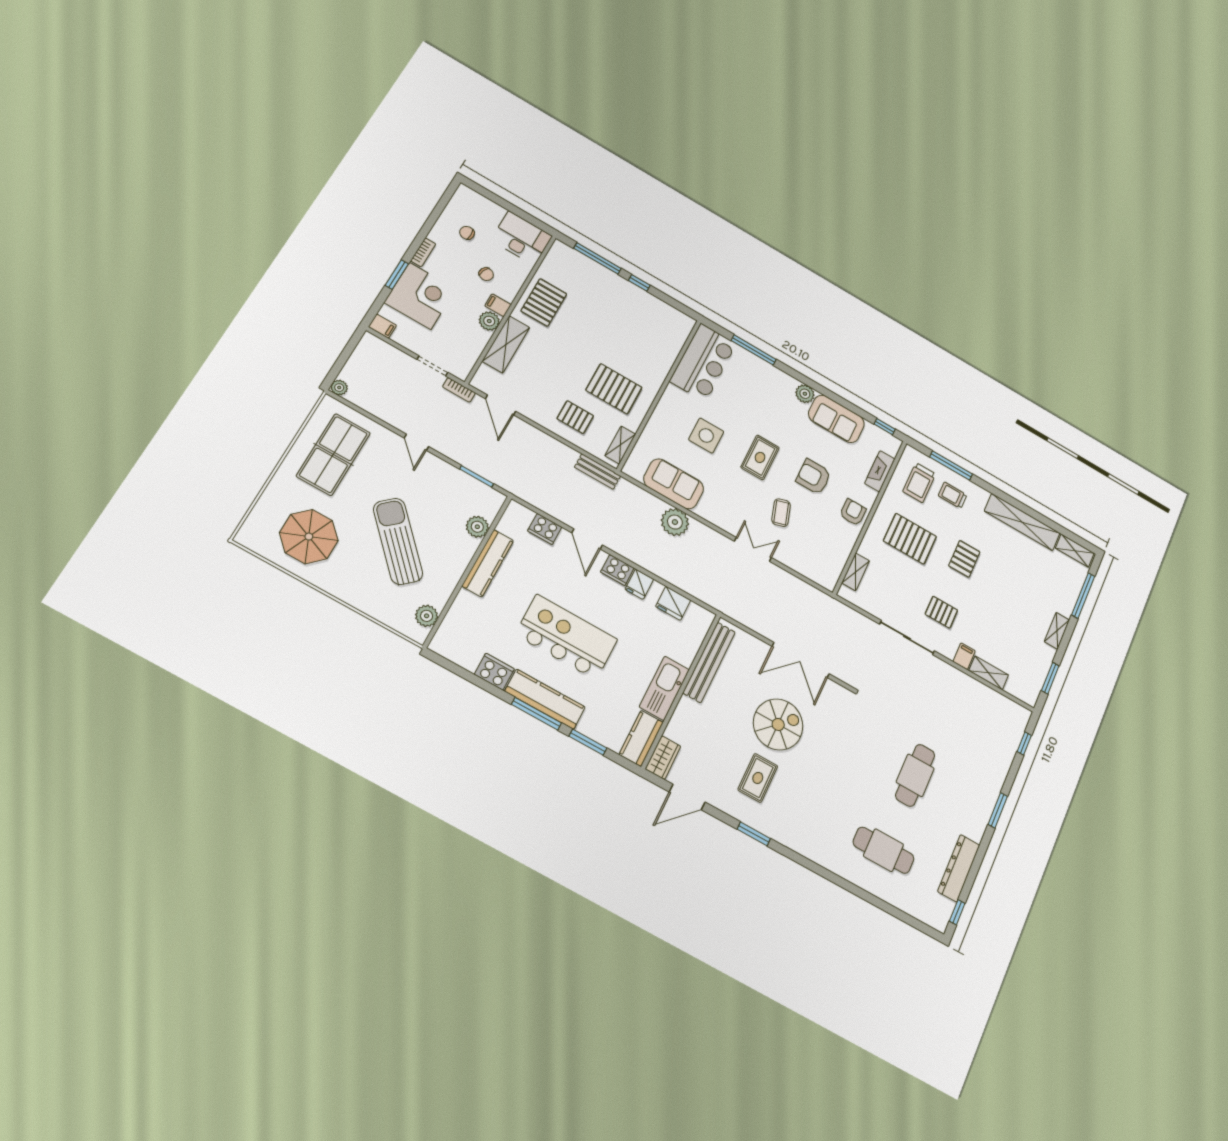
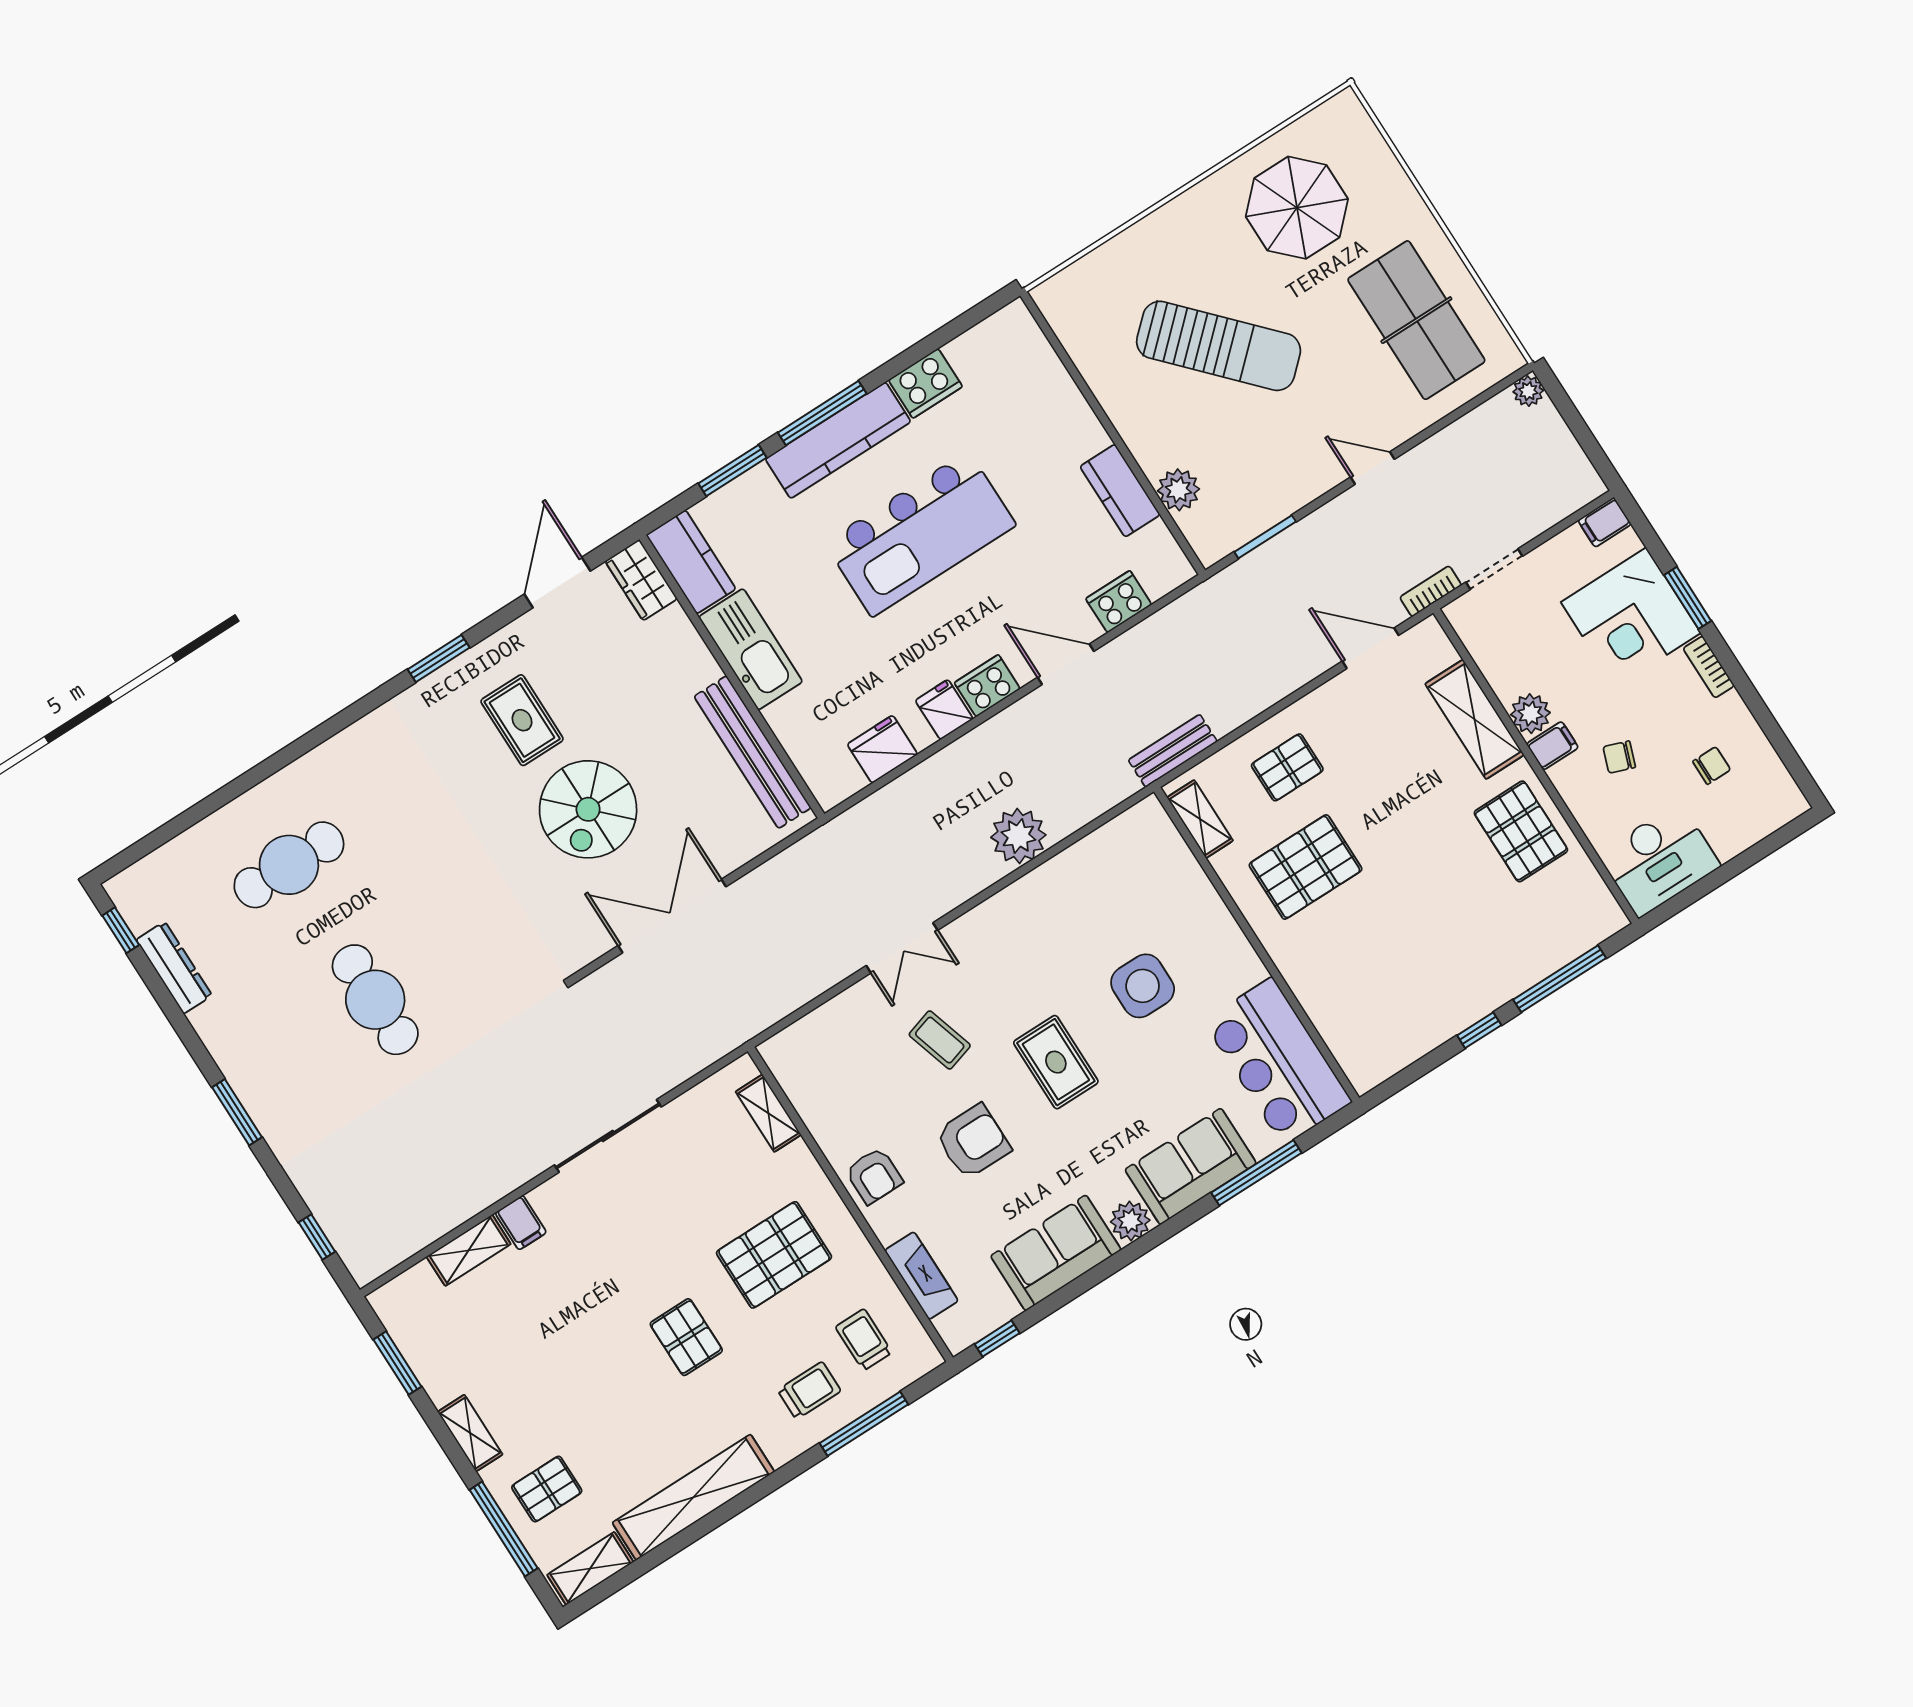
trolley: (919, 483) -> (864, 1340), width x0.73, depth x0.72
sofa: (674, 484) -> (1191, 1166), moved, turned 180
kitchen counter: (488, 563) -> (1120, 491), width x0.67
pallet: (941, 612) -> (547, 1489), moved
plant: (427, 616) -> (1072, 325), removed
dresser: (959, 868) -> (174, 968), width x0.73, depth x0.80

